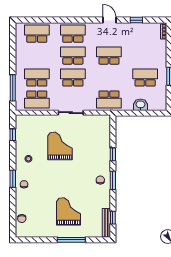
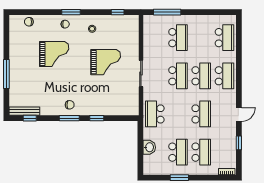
school desk: (37, 99) -> (201, 152), moved, turned 180
grand piano: (69, 211) -> (54, 54), moved

